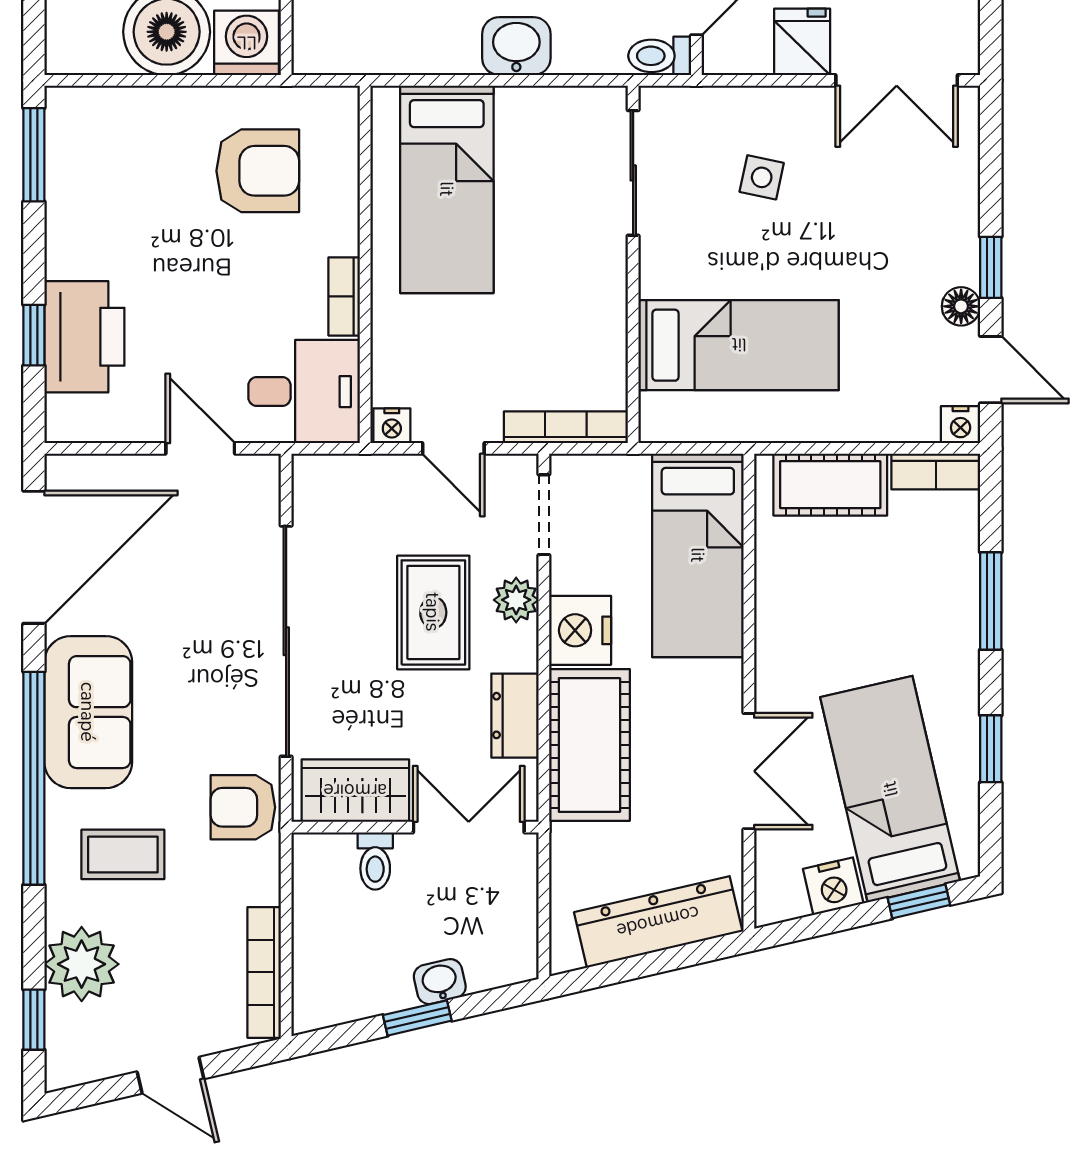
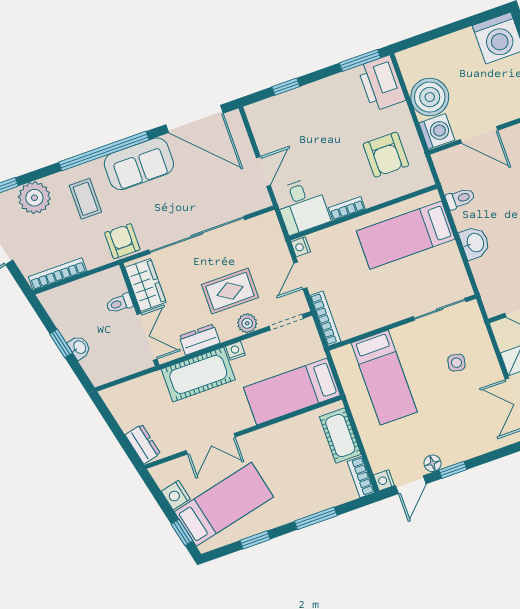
toilet: (660, 56) -> (460, 199), moved, turned 90
printer: (84, 337) -> (381, 83), moved, turned 90
nightstand: (580, 630) -> (235, 351), width x0.53, depth x0.56
dresser: (658, 922) -> (143, 444), width x0.51, depth x0.80

